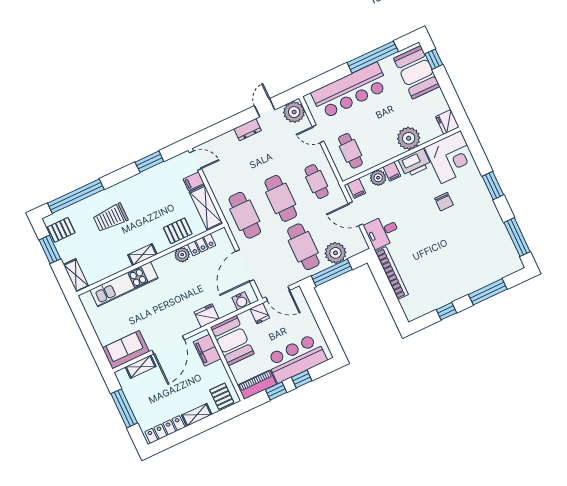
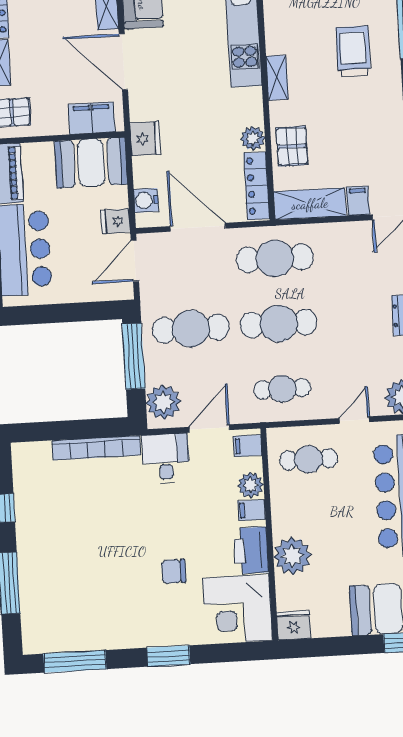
locker: (202, 245) -> (257, 186), width x1.53
plant: (335, 253) -> (163, 402), moved

